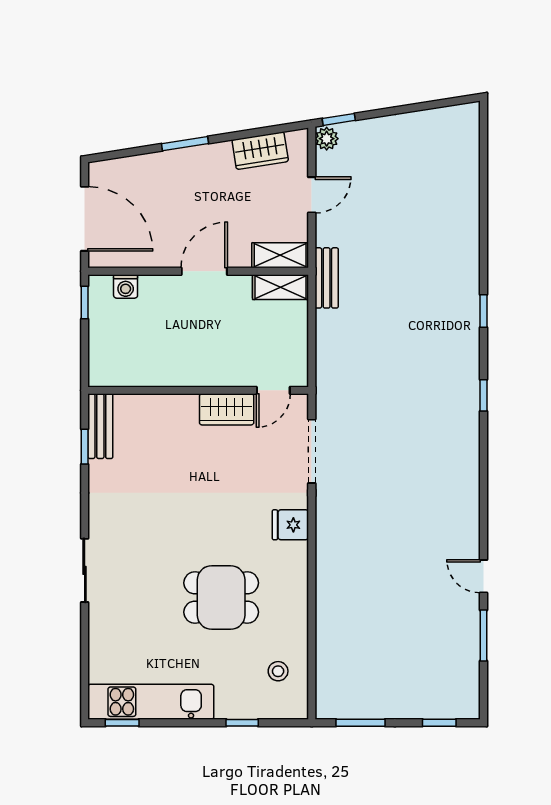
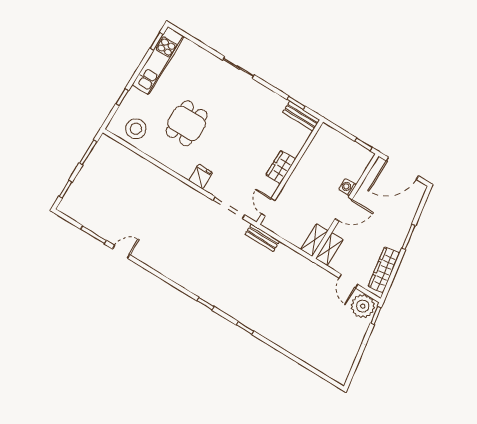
plant: (327, 139) -> (363, 306), width x1.87, depth x1.87
wardrobe: (260, 151) -> (384, 270), width x1.50
door: (204, 271) -> (344, 209), hinge flipped
bench: (327, 278) -> (262, 238), moved
washing machine: (126, 286) -> (347, 187), moved
wardrobe: (227, 409) -> (281, 167), moved
stool: (278, 671) -> (136, 129), width x1.89, depth x1.89

